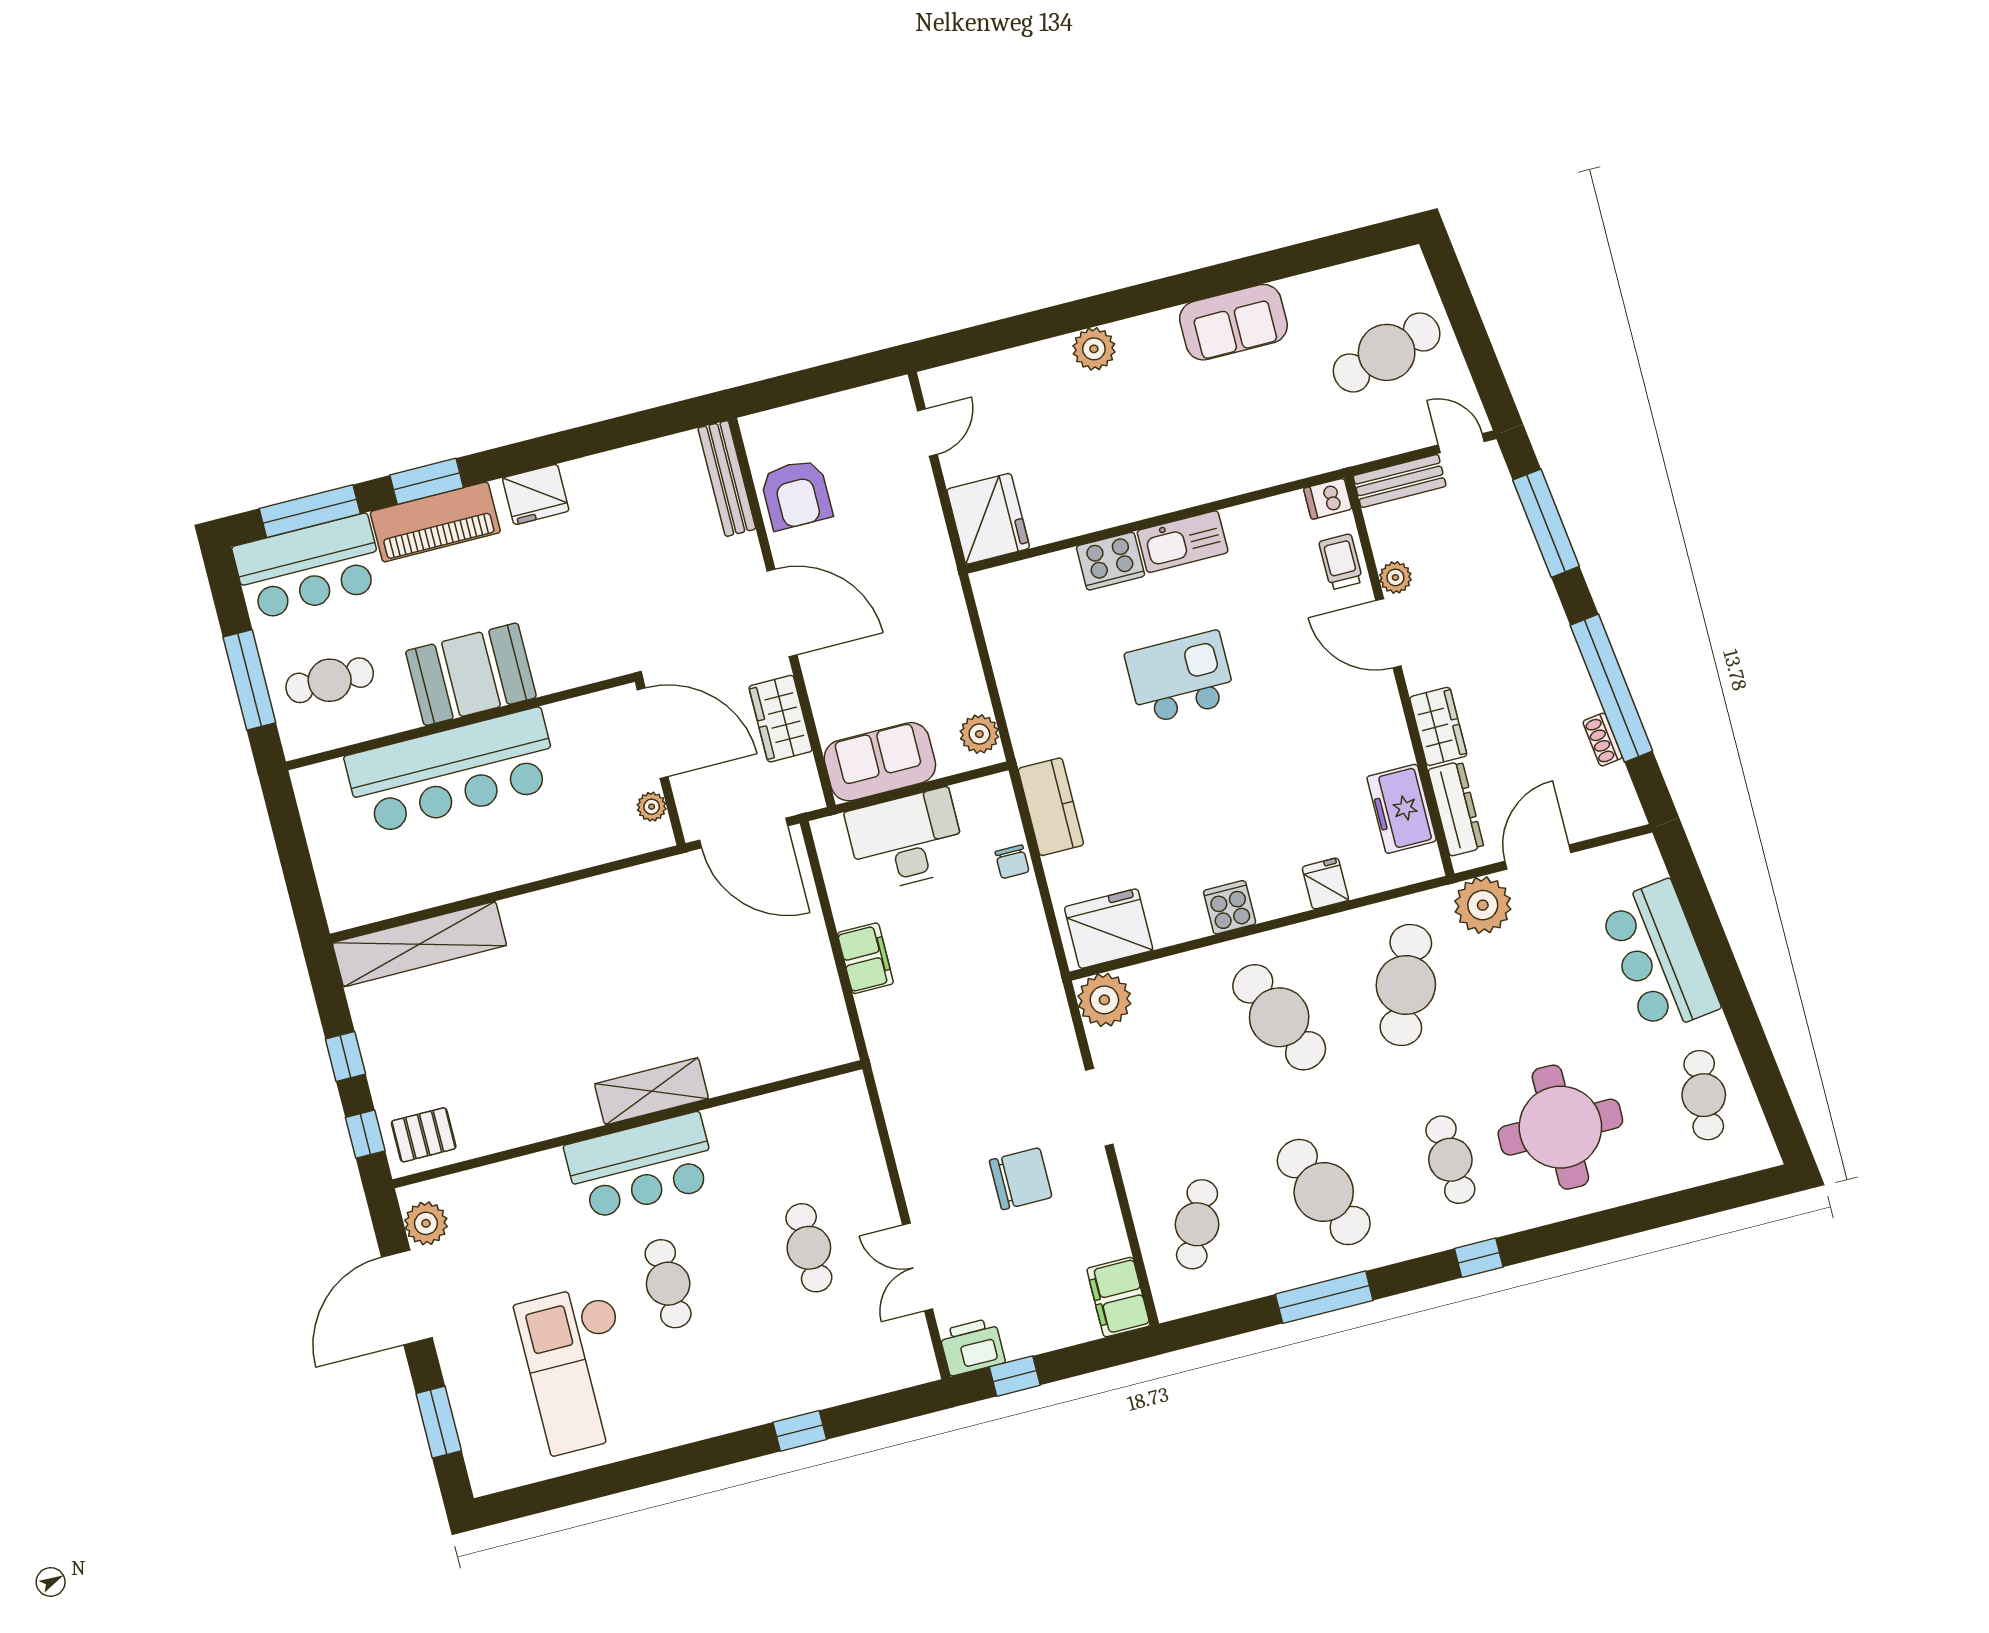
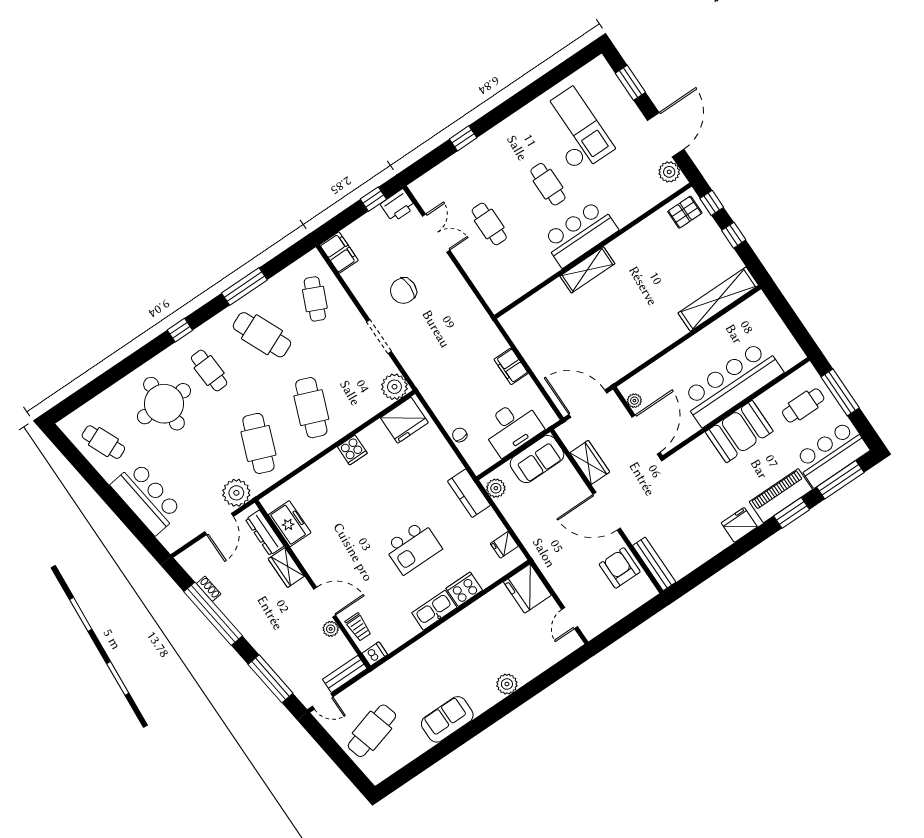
door: (653, 733) -> (646, 435), swing flipped
kitchen counter: (1051, 807) -> (469, 493), moved
fridge: (1325, 884) -> (504, 545), moved, turned 90
cafe table: (1279, 1017) -> (311, 408), turned 45
cafe table: (1704, 1095) -> (103, 442), turned -30

